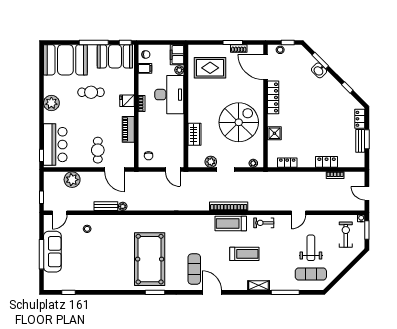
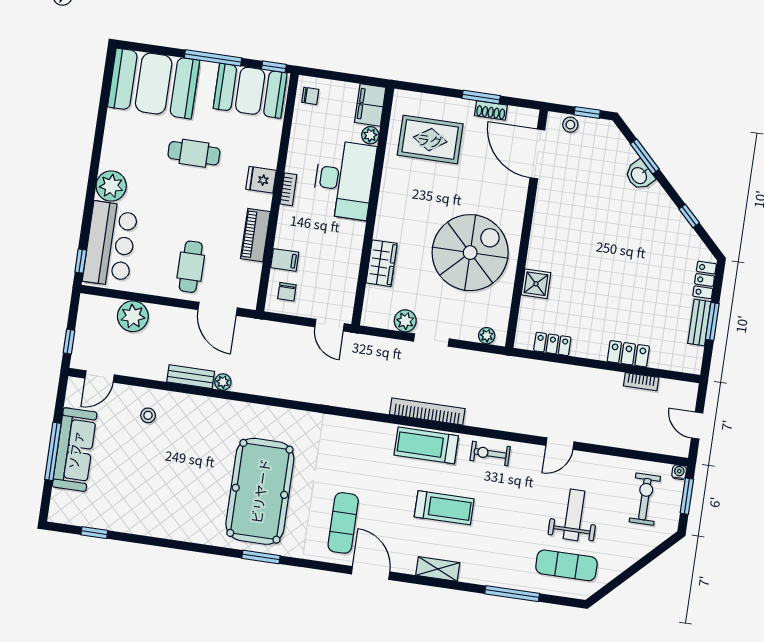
filing cabinet: (145, 68) -> (285, 260), moved
locker: (273, 97) -> (544, 214), removed
plant: (51, 103) -> (111, 186), moved
shelving: (259, 285) -> (438, 569), moved

